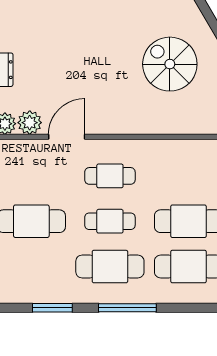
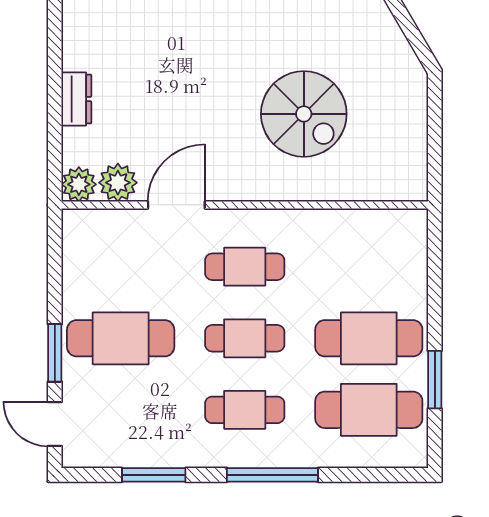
spiral stairs: (170, 64) -> (304, 114), moved, turned 180
cafe table: (110, 267) -> (245, 410), width x0.73, depth x0.74

